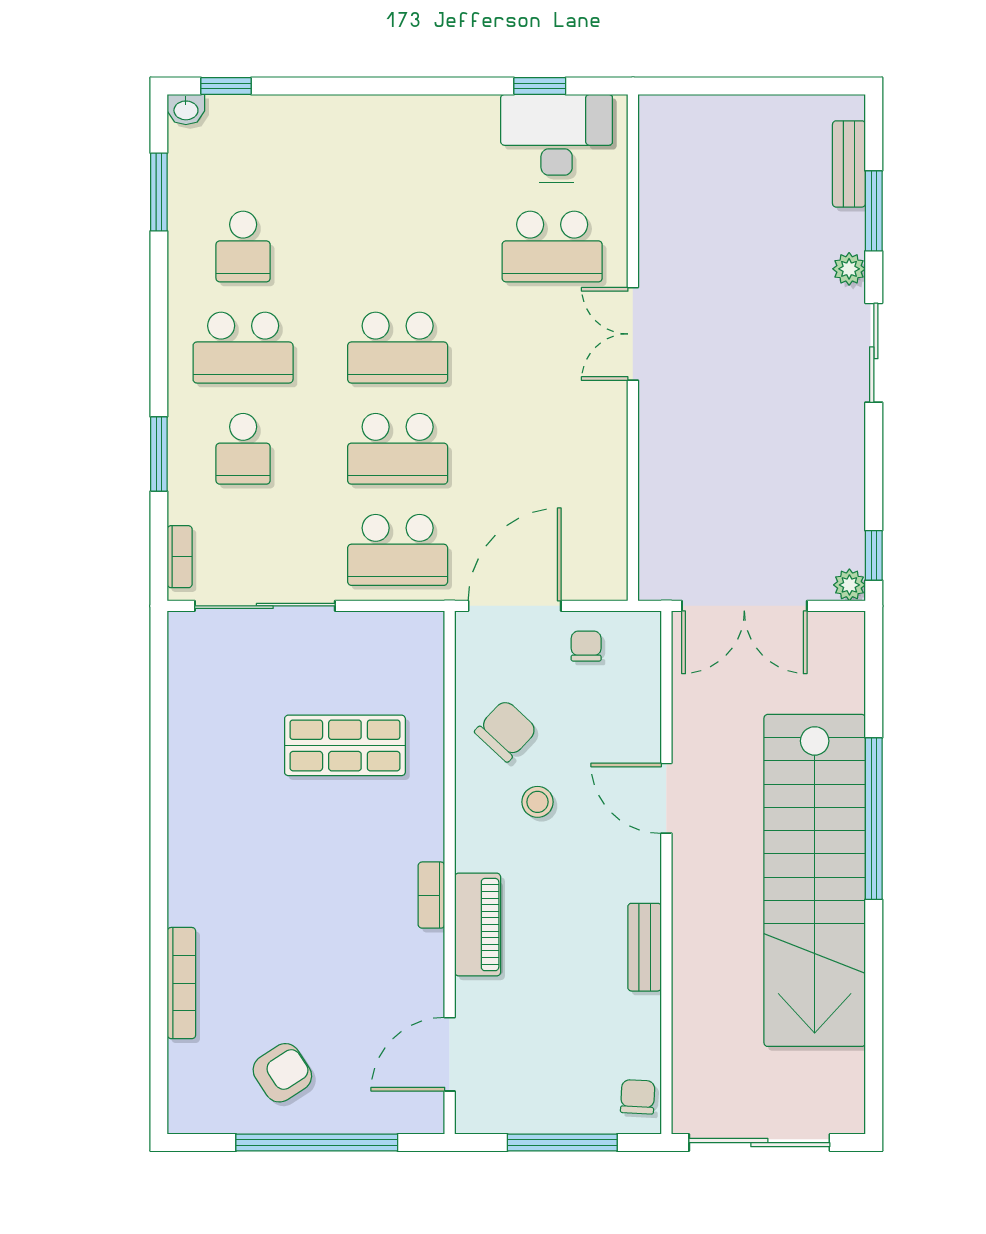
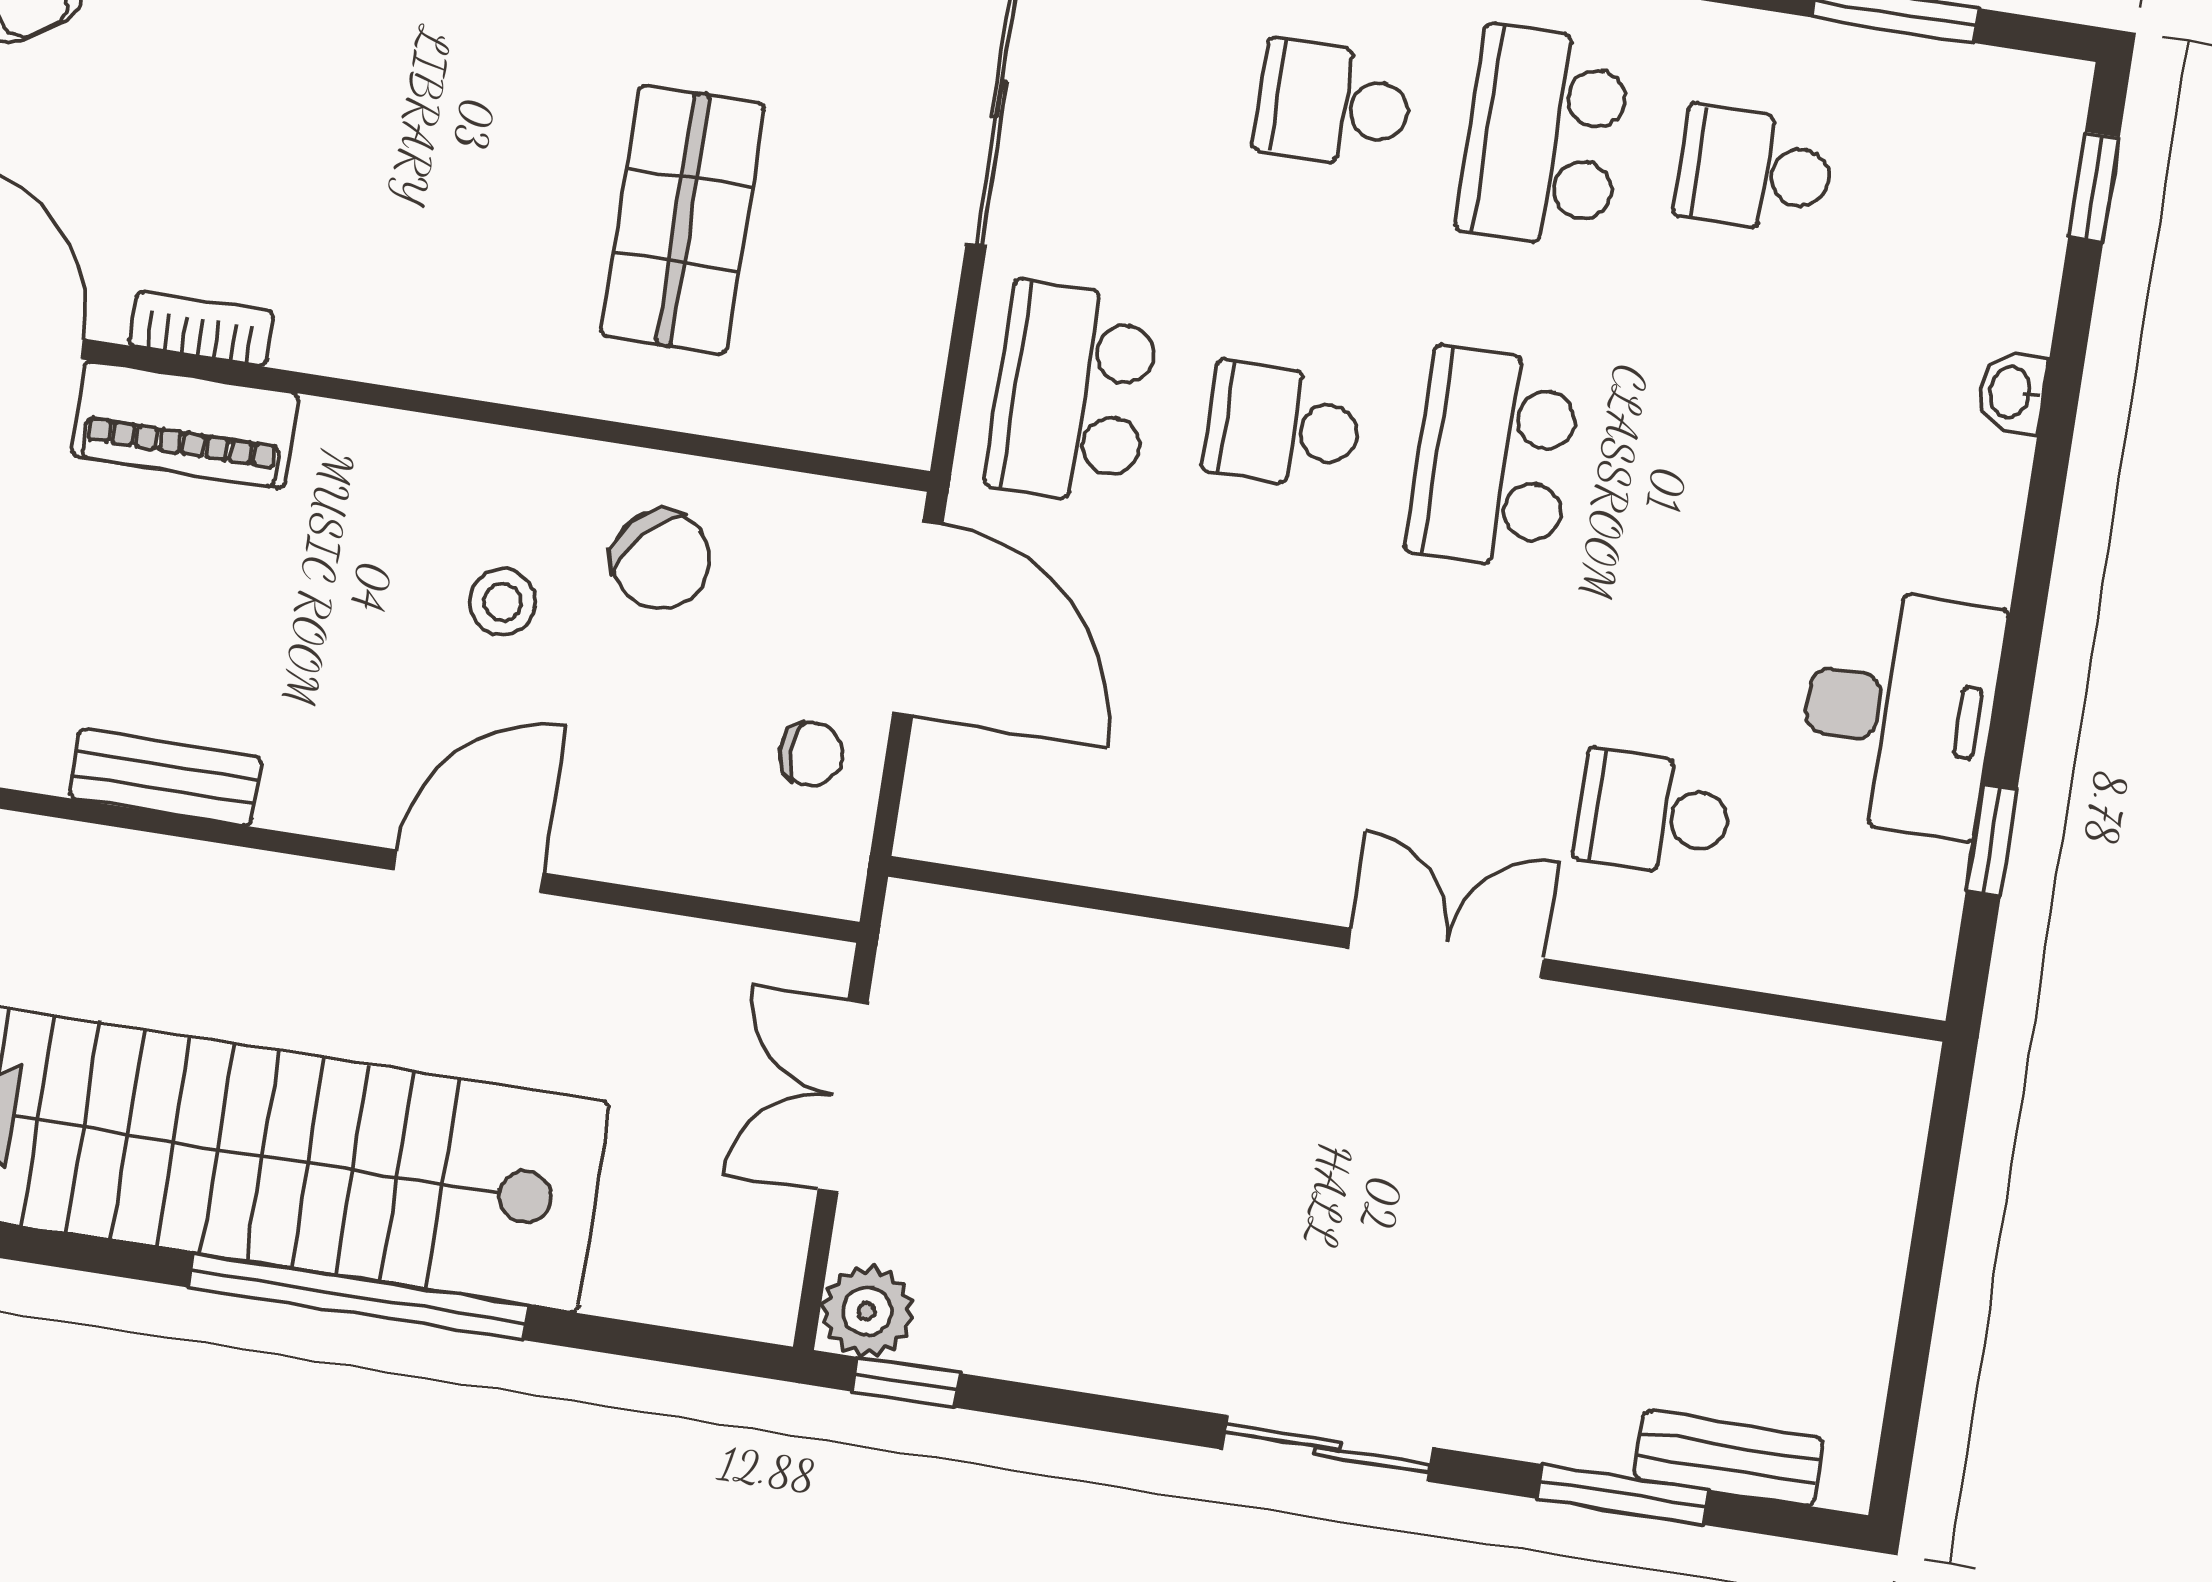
washbasin: (186, 109) -> (2012, 392), moved
desk: (557, 138) -> (1900, 712), moved
school desk: (552, 247) -> (1654, 814), width x0.54
plant: (849, 269) -> (1510, 1424), removed
school desk: (398, 449) -> (1283, 426), width x0.54
plant: (849, 585) -> (867, 1311), width x1.38, depth x1.38
double door: (744, 606) -> (843, 1096), width x0.73
bookcase: (431, 895) -> (201, 329), moved
piano: (478, 925) -> (185, 425), moved

